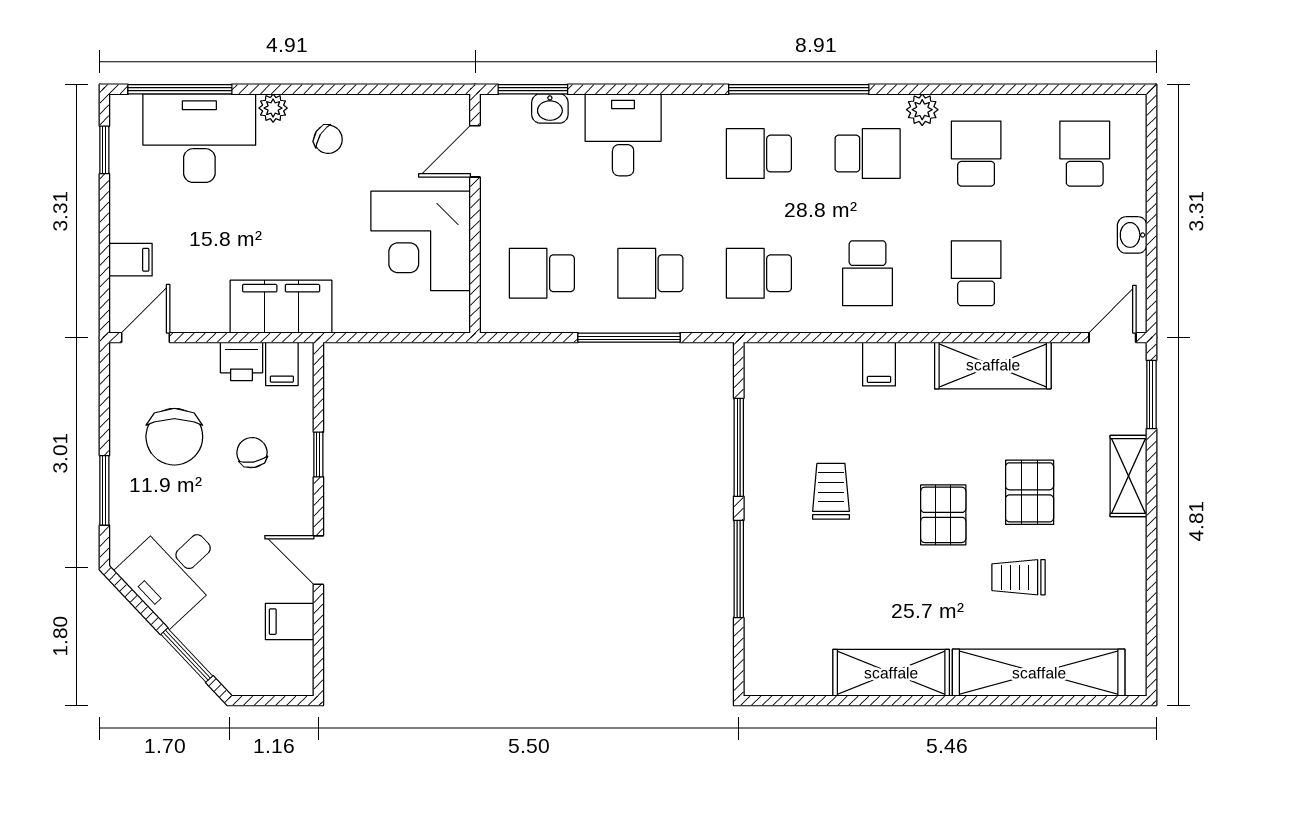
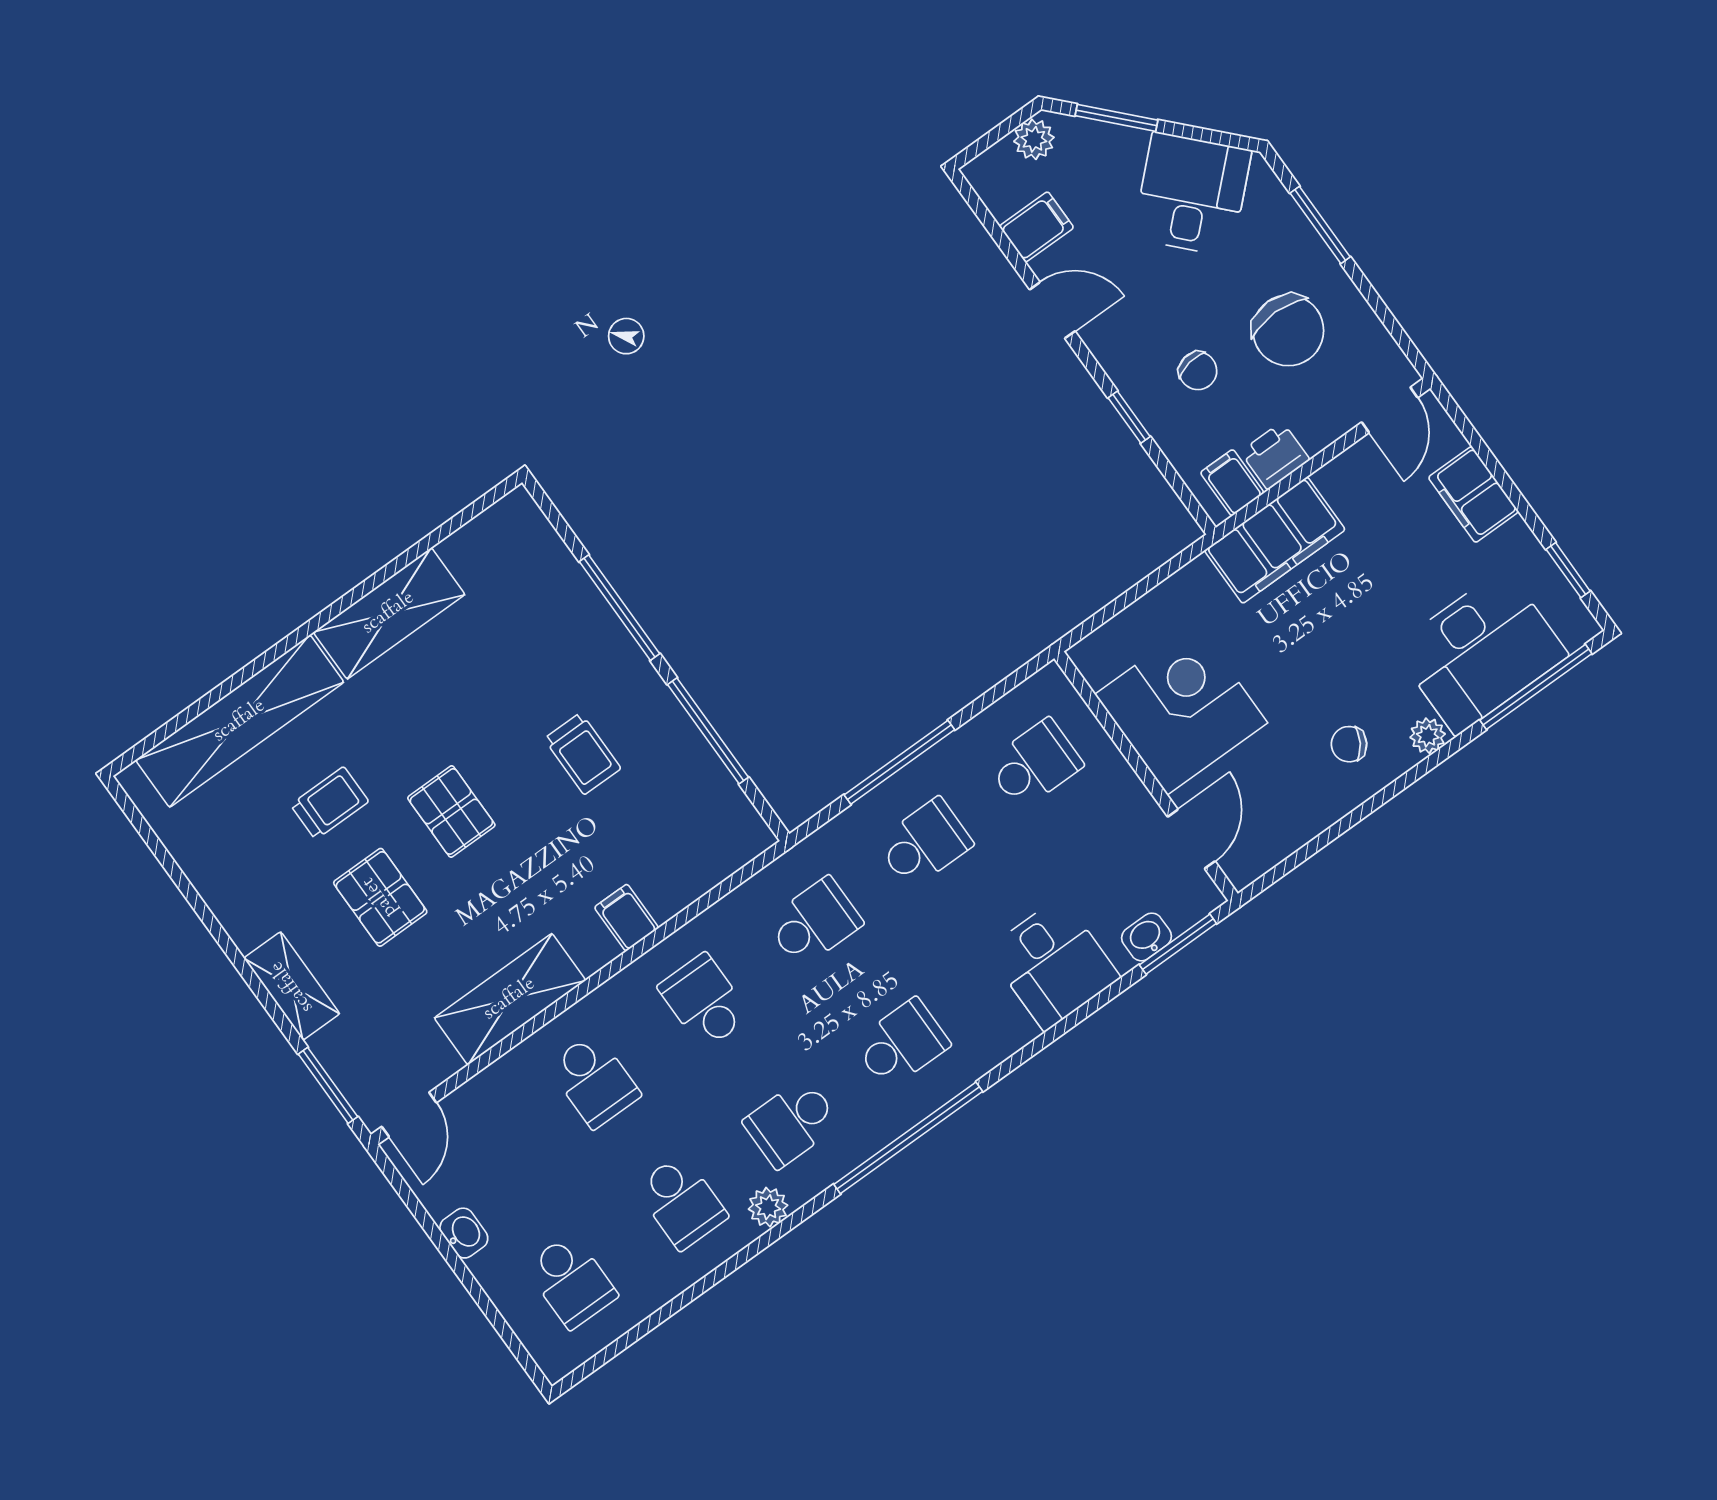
filing cabinet: (131, 260) -> (1473, 494), width x2.00
chair: (174, 437) -> (1288, 330), turned 180
plant: (250, 680) -> (1034, 139), added

